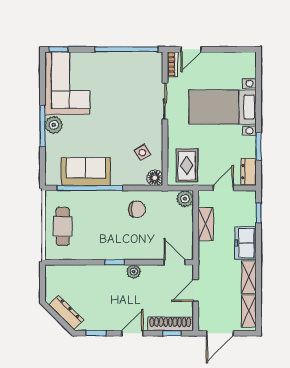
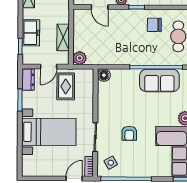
armchair: (123, 106) -> (129, 133), added
side table: (142, 153) -> (111, 163), moved
rug: (187, 166) -> (66, 86), moved
chair: (137, 209) -> (154, 25), moved
freezer: (245, 243) -> (31, 33), moved
door: (174, 262) -> (100, 7), moved

